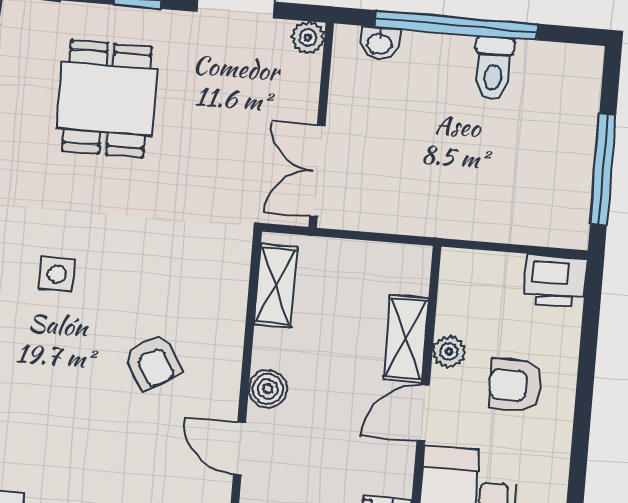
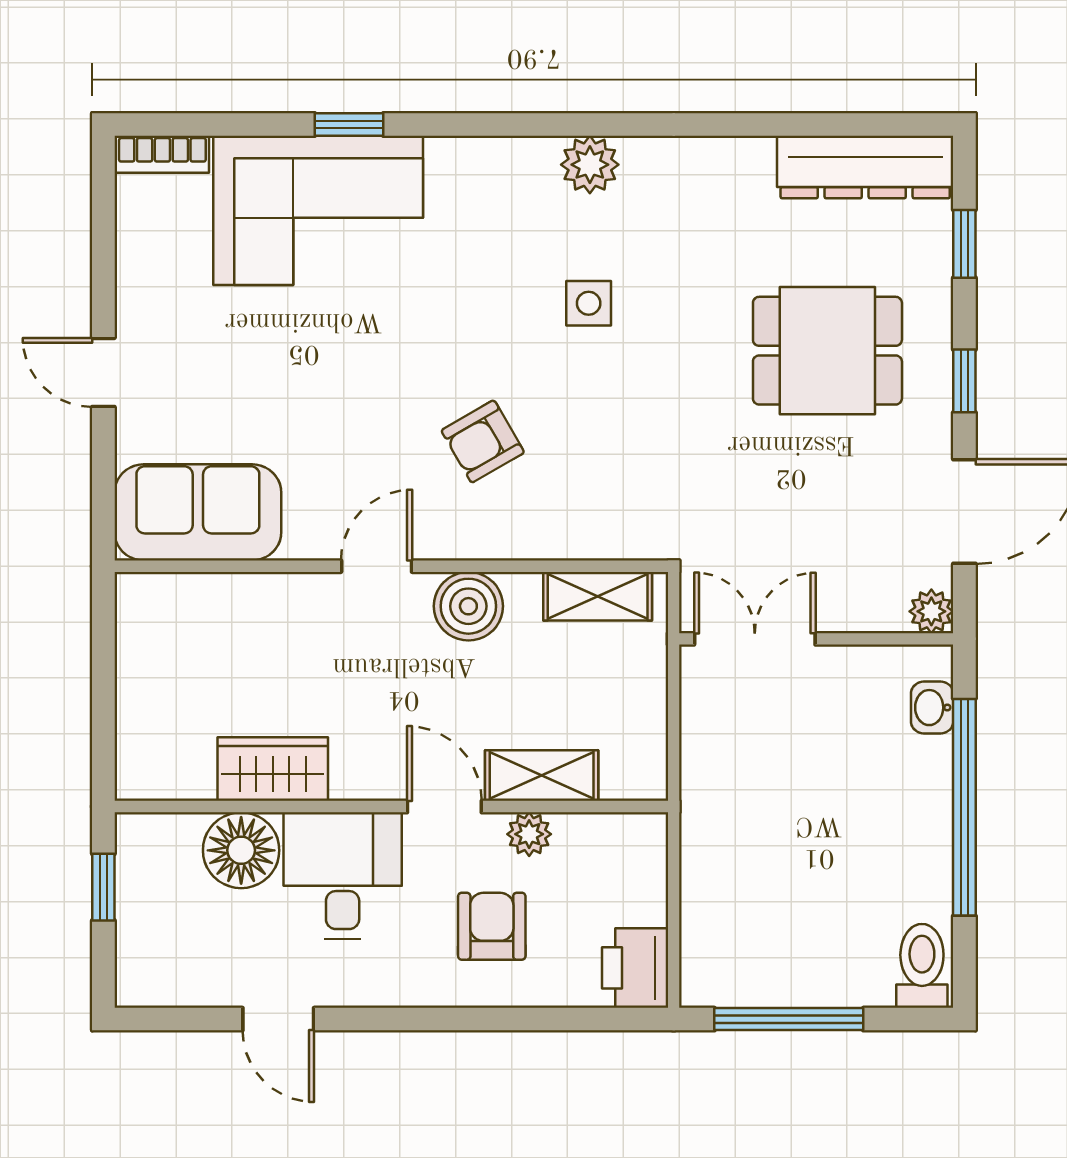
toilet: (493, 68) -> (922, 966), moved, turned 90
boiler: (268, 389) -> (468, 606), width x1.36, depth x1.36

